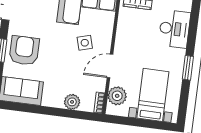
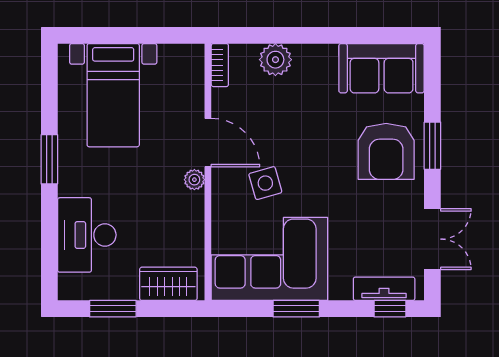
door: (110, 66) -> (208, 143), hinge flipped
plant: (117, 96) -> (194, 180), moved, width x0.53, depth x0.53

